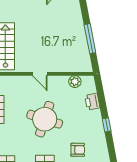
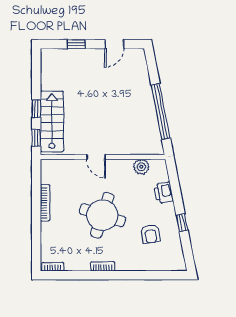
window: (90, 39) -> (161, 112), width x1.46
armchair: (78, 150) -> (151, 234), moved, turned 81

